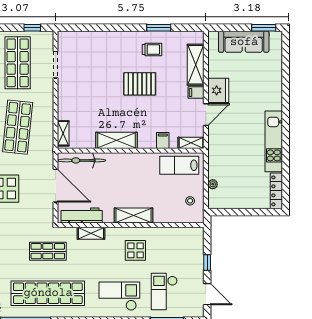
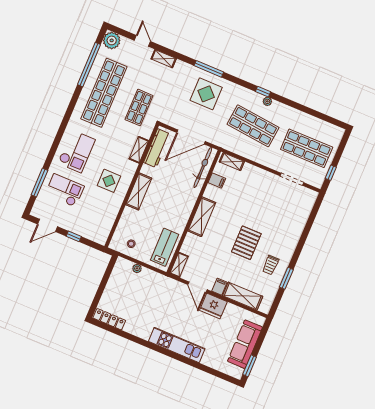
shelving: (117, 140) -> (202, 217), moved
filing cabinet: (163, 141) -> (217, 181), moved
kitchen unit: (274, 141) -> (177, 345), moved

